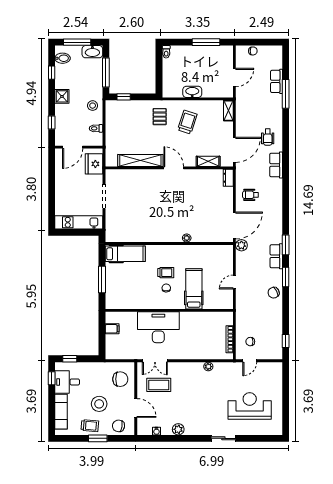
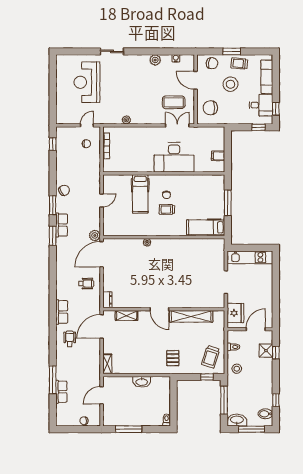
shower: (62, 96) -> (266, 351), moved
trolley: (187, 122) -> (211, 357), moved
reception desk: (250, 406) -> (87, 82), turned 90

